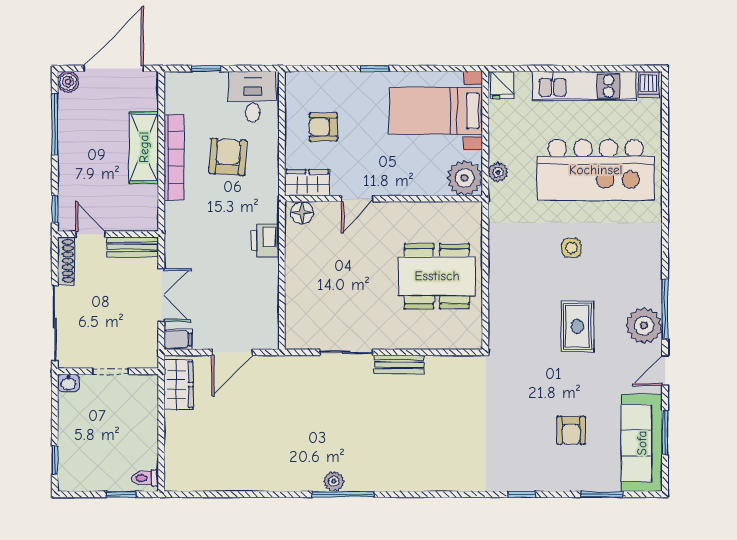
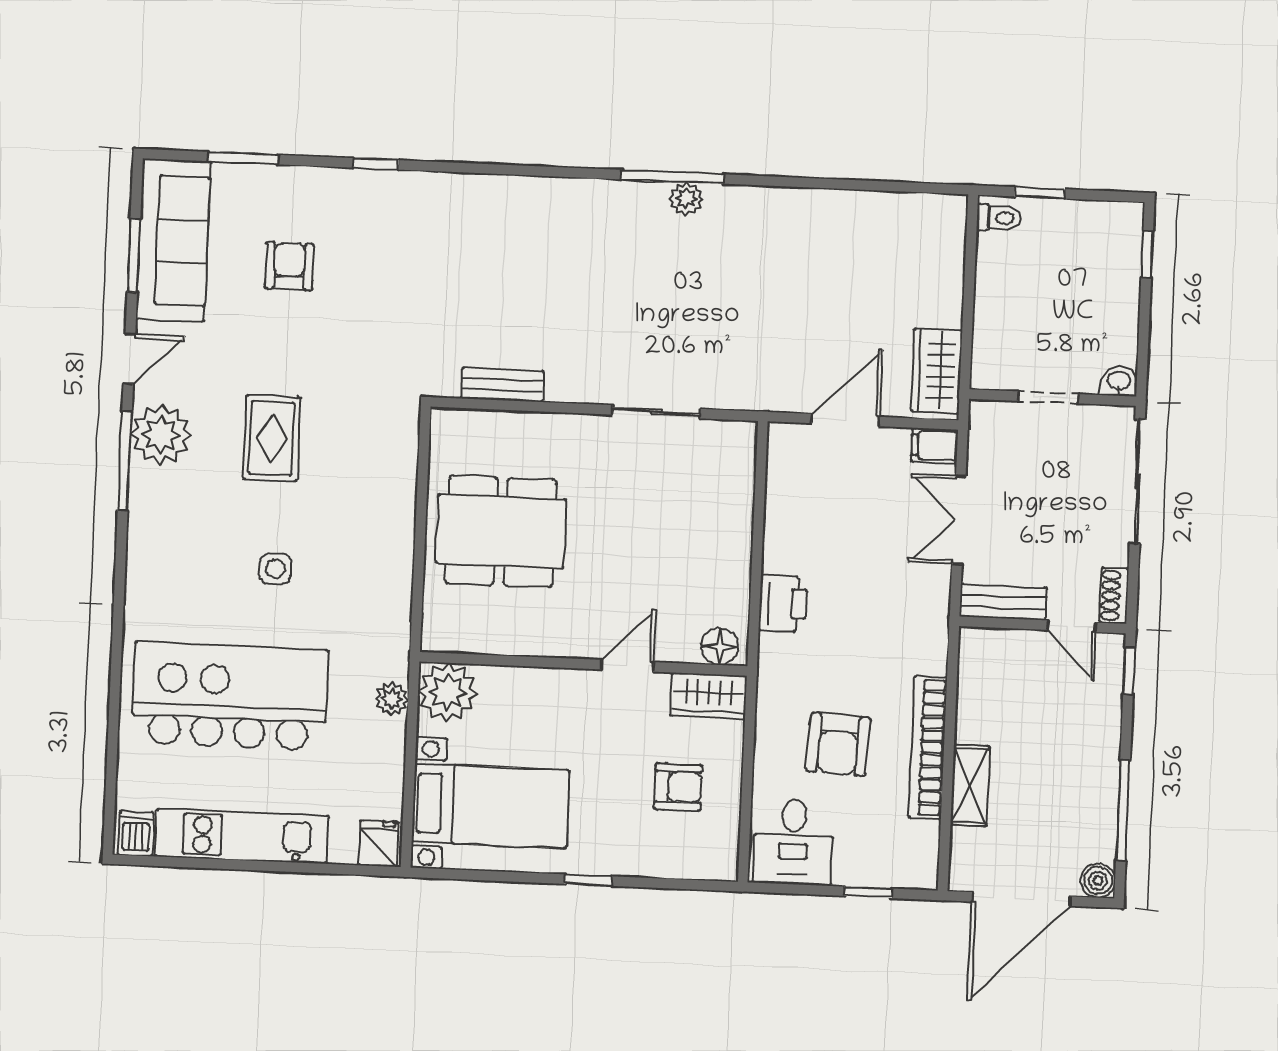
shelving: (144, 147) -> (970, 786), width x0.67, depth x0.75
shoe rack: (66, 261) -> (1114, 596), width x0.70
bench: (399, 365) -> (503, 385), moved

